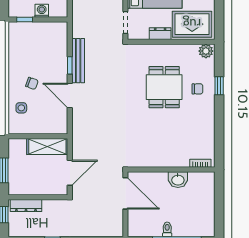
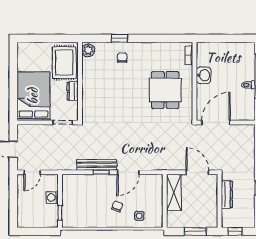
dining table: (164, 87) -> (165, 90), moved, turned 90
dresser: (26, 205) -> (227, 194), moved

